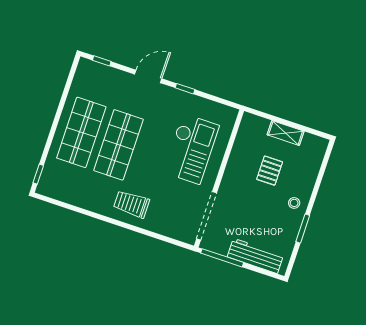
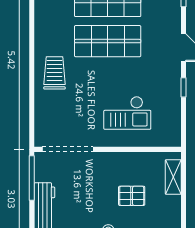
shelving: (286, 133) -> (173, 177), moved
checkout: (191, 149) -> (127, 113), width x0.73, depth x0.83

